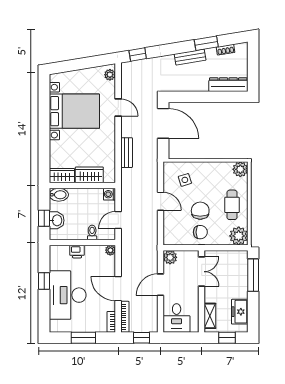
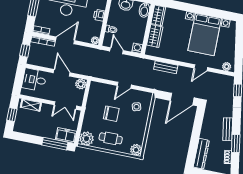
chair: (200, 232) -> (95, 110), removed
freezer: (240, 312) -> (66, 135), moved

